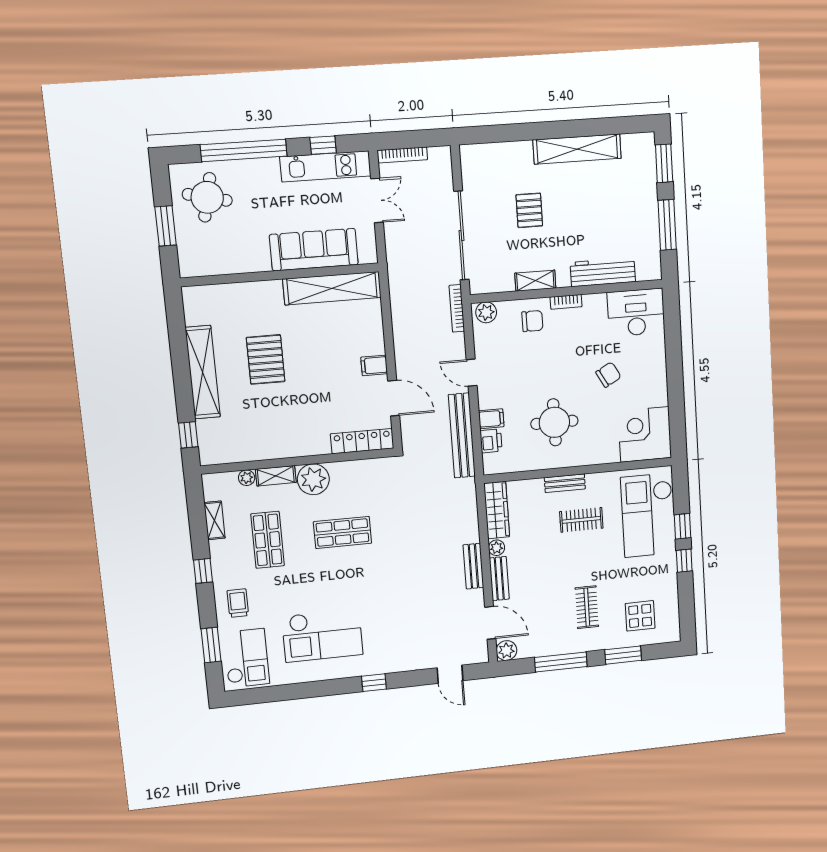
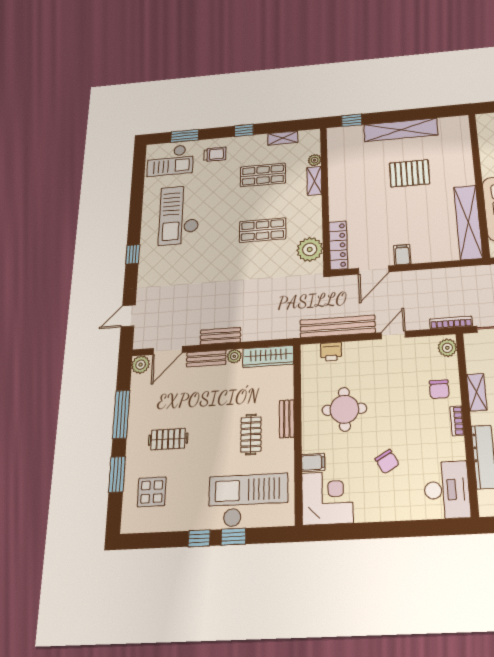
filing cabinet: (491, 419) -> (313, 462), moved, turned -90
plant: (313, 479) -> (310, 249), moved
shop shelf: (343, 532) -> (263, 230), turned 90

